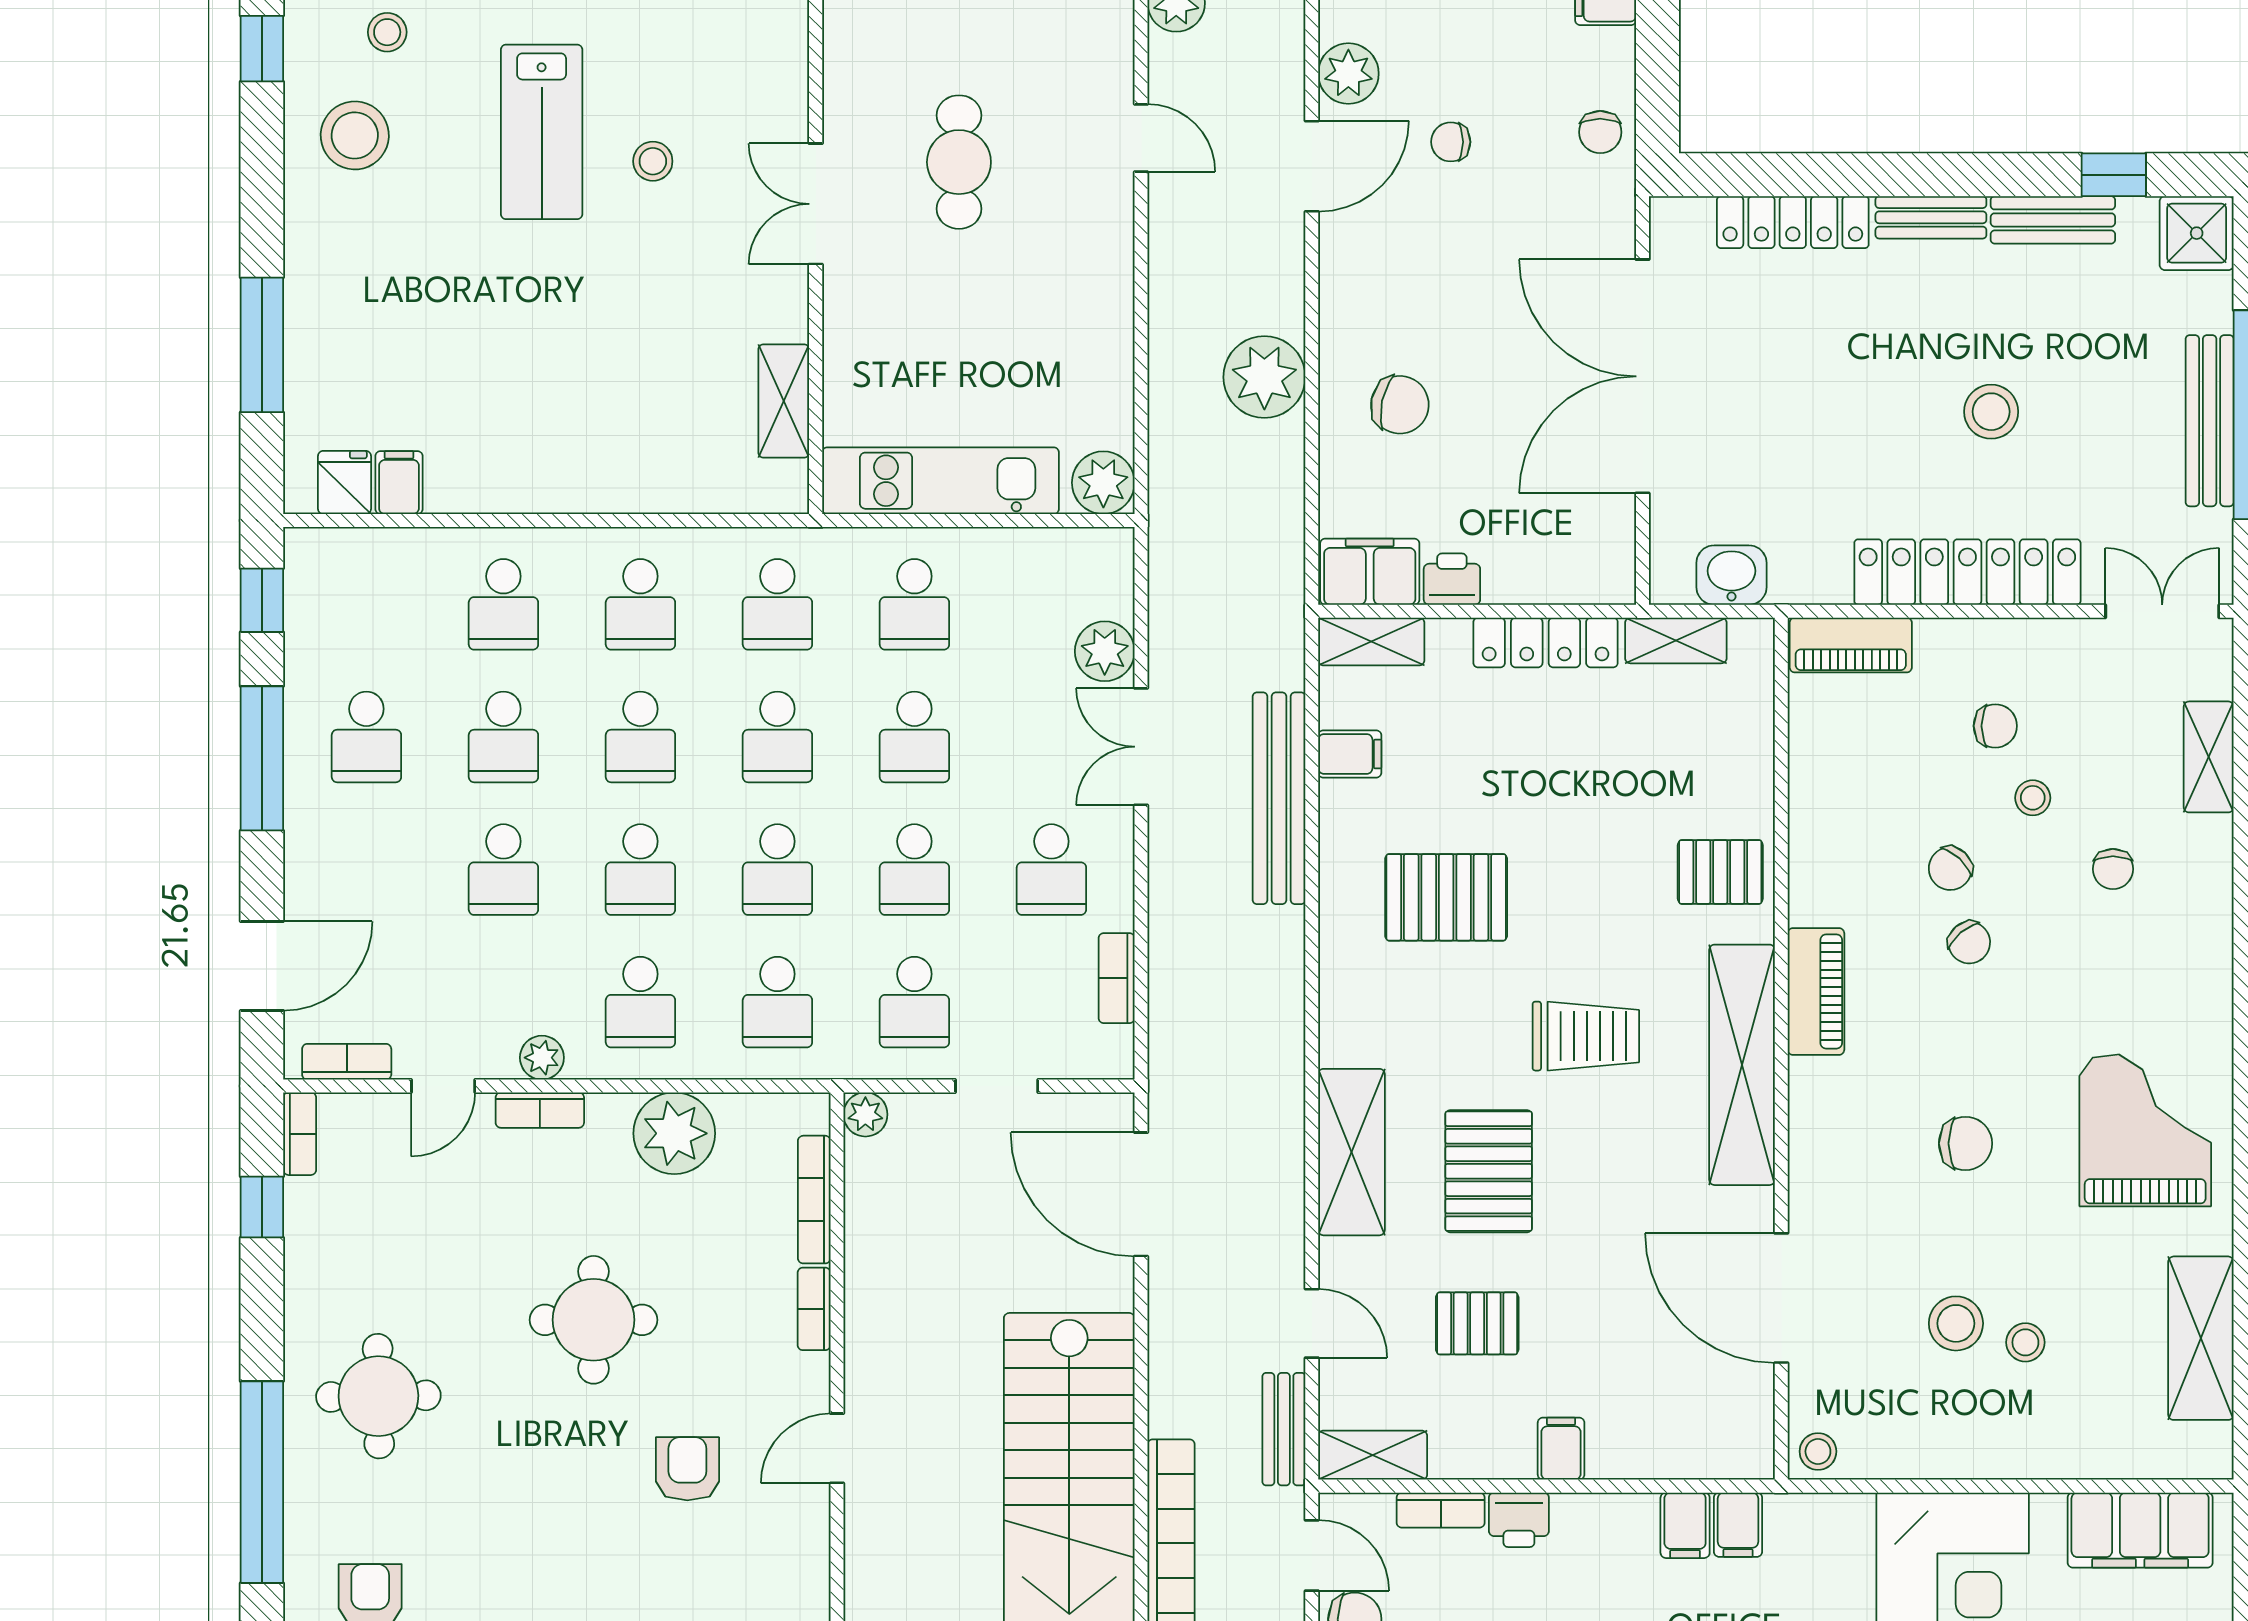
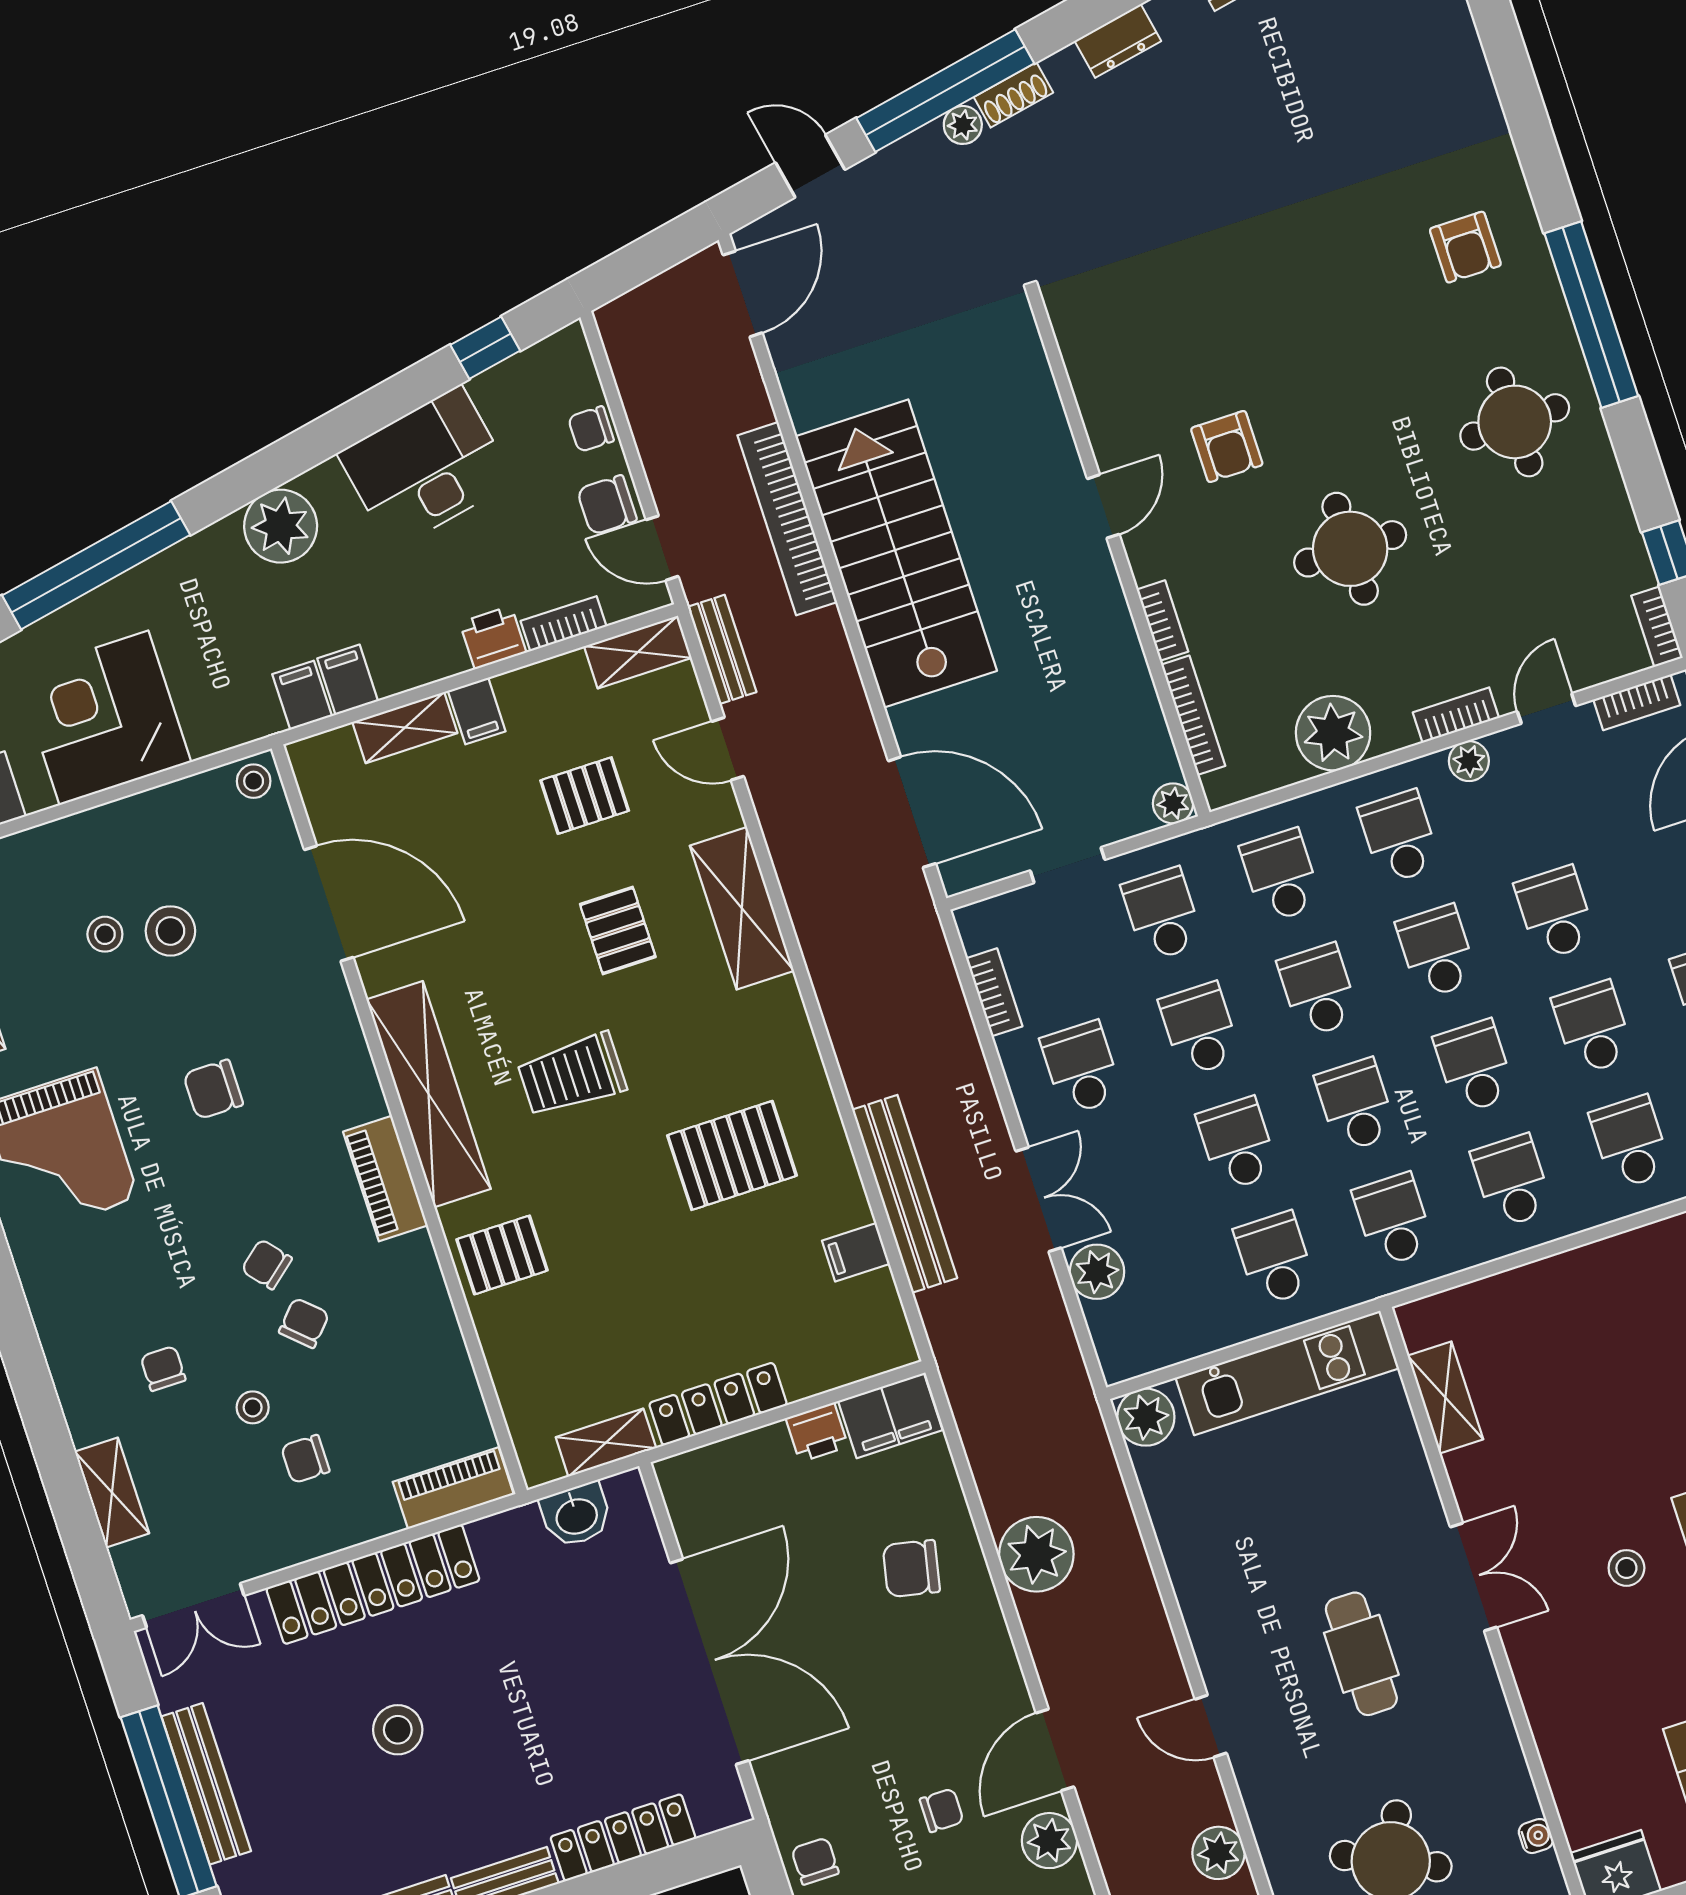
shelving: (1371, 642) -> (405, 728), moved
pallet: (1489, 1171) -> (618, 931), width x0.67, depth x0.71

